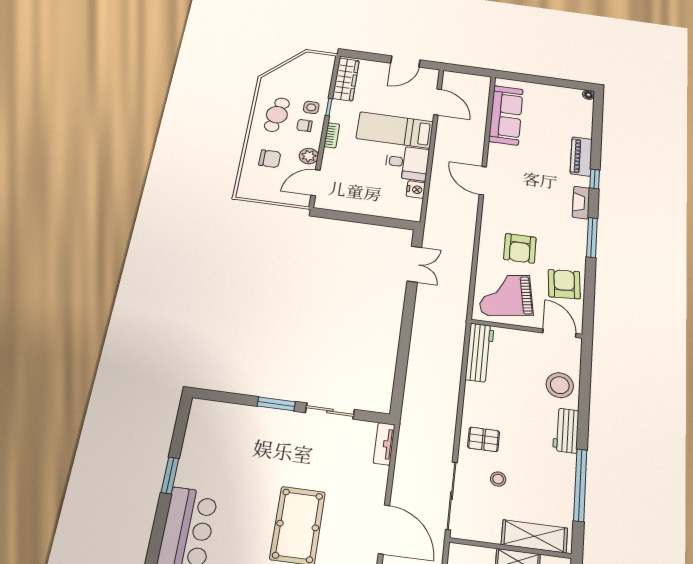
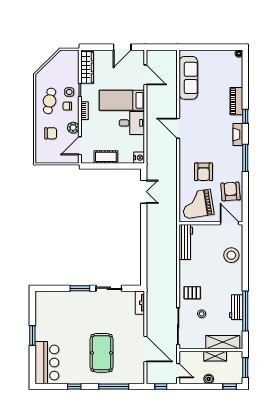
nightstand: (416, 190) -> (139, 158), moved
cot: (357, 204) -> (106, 157), added
workbench: (566, 430) -> (236, 307), moved

